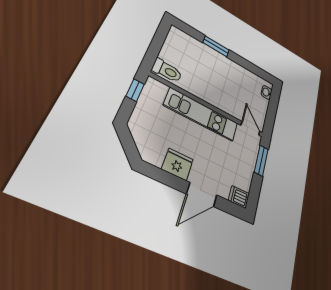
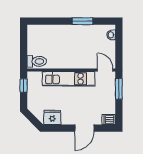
window: (216, 46) -> (82, 21), moved
fridge: (177, 164) -> (52, 117), moved

